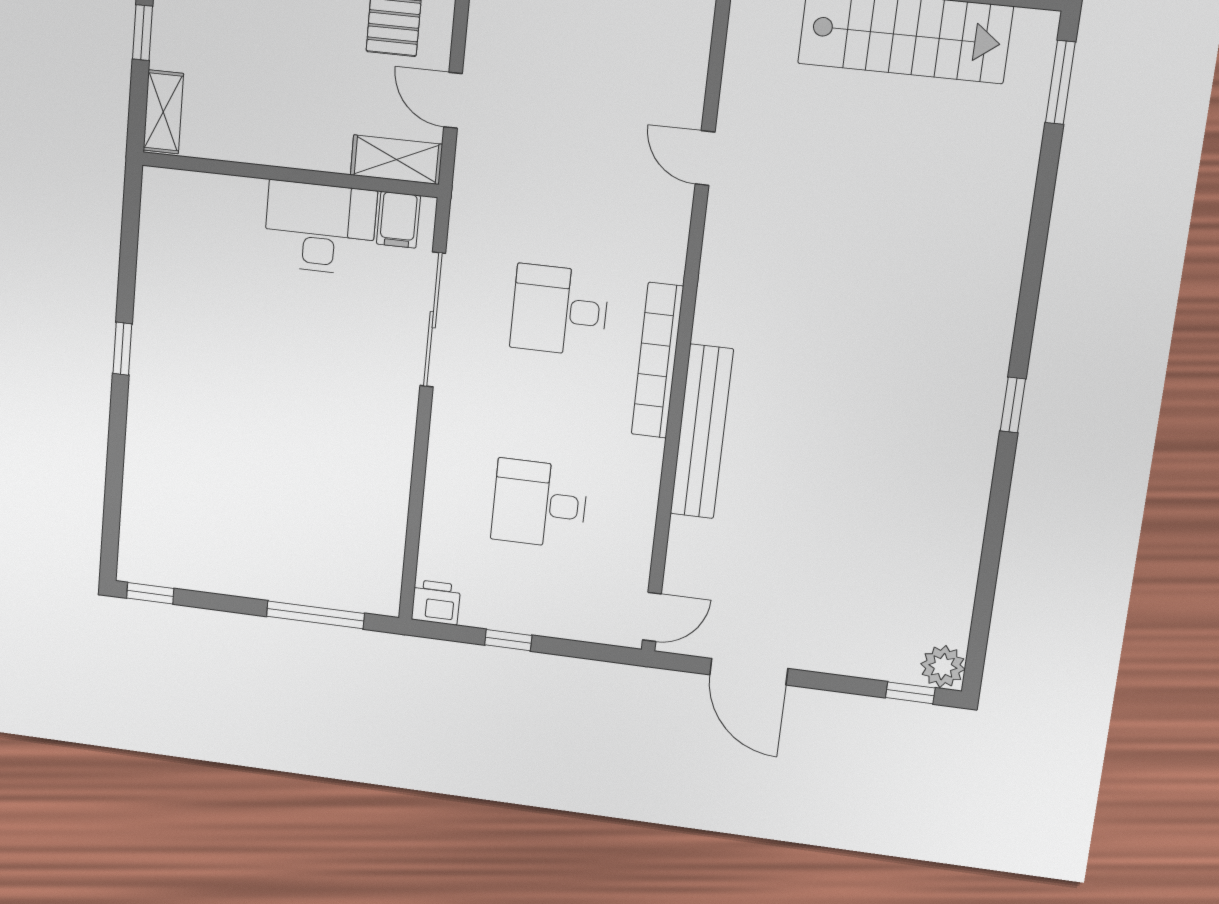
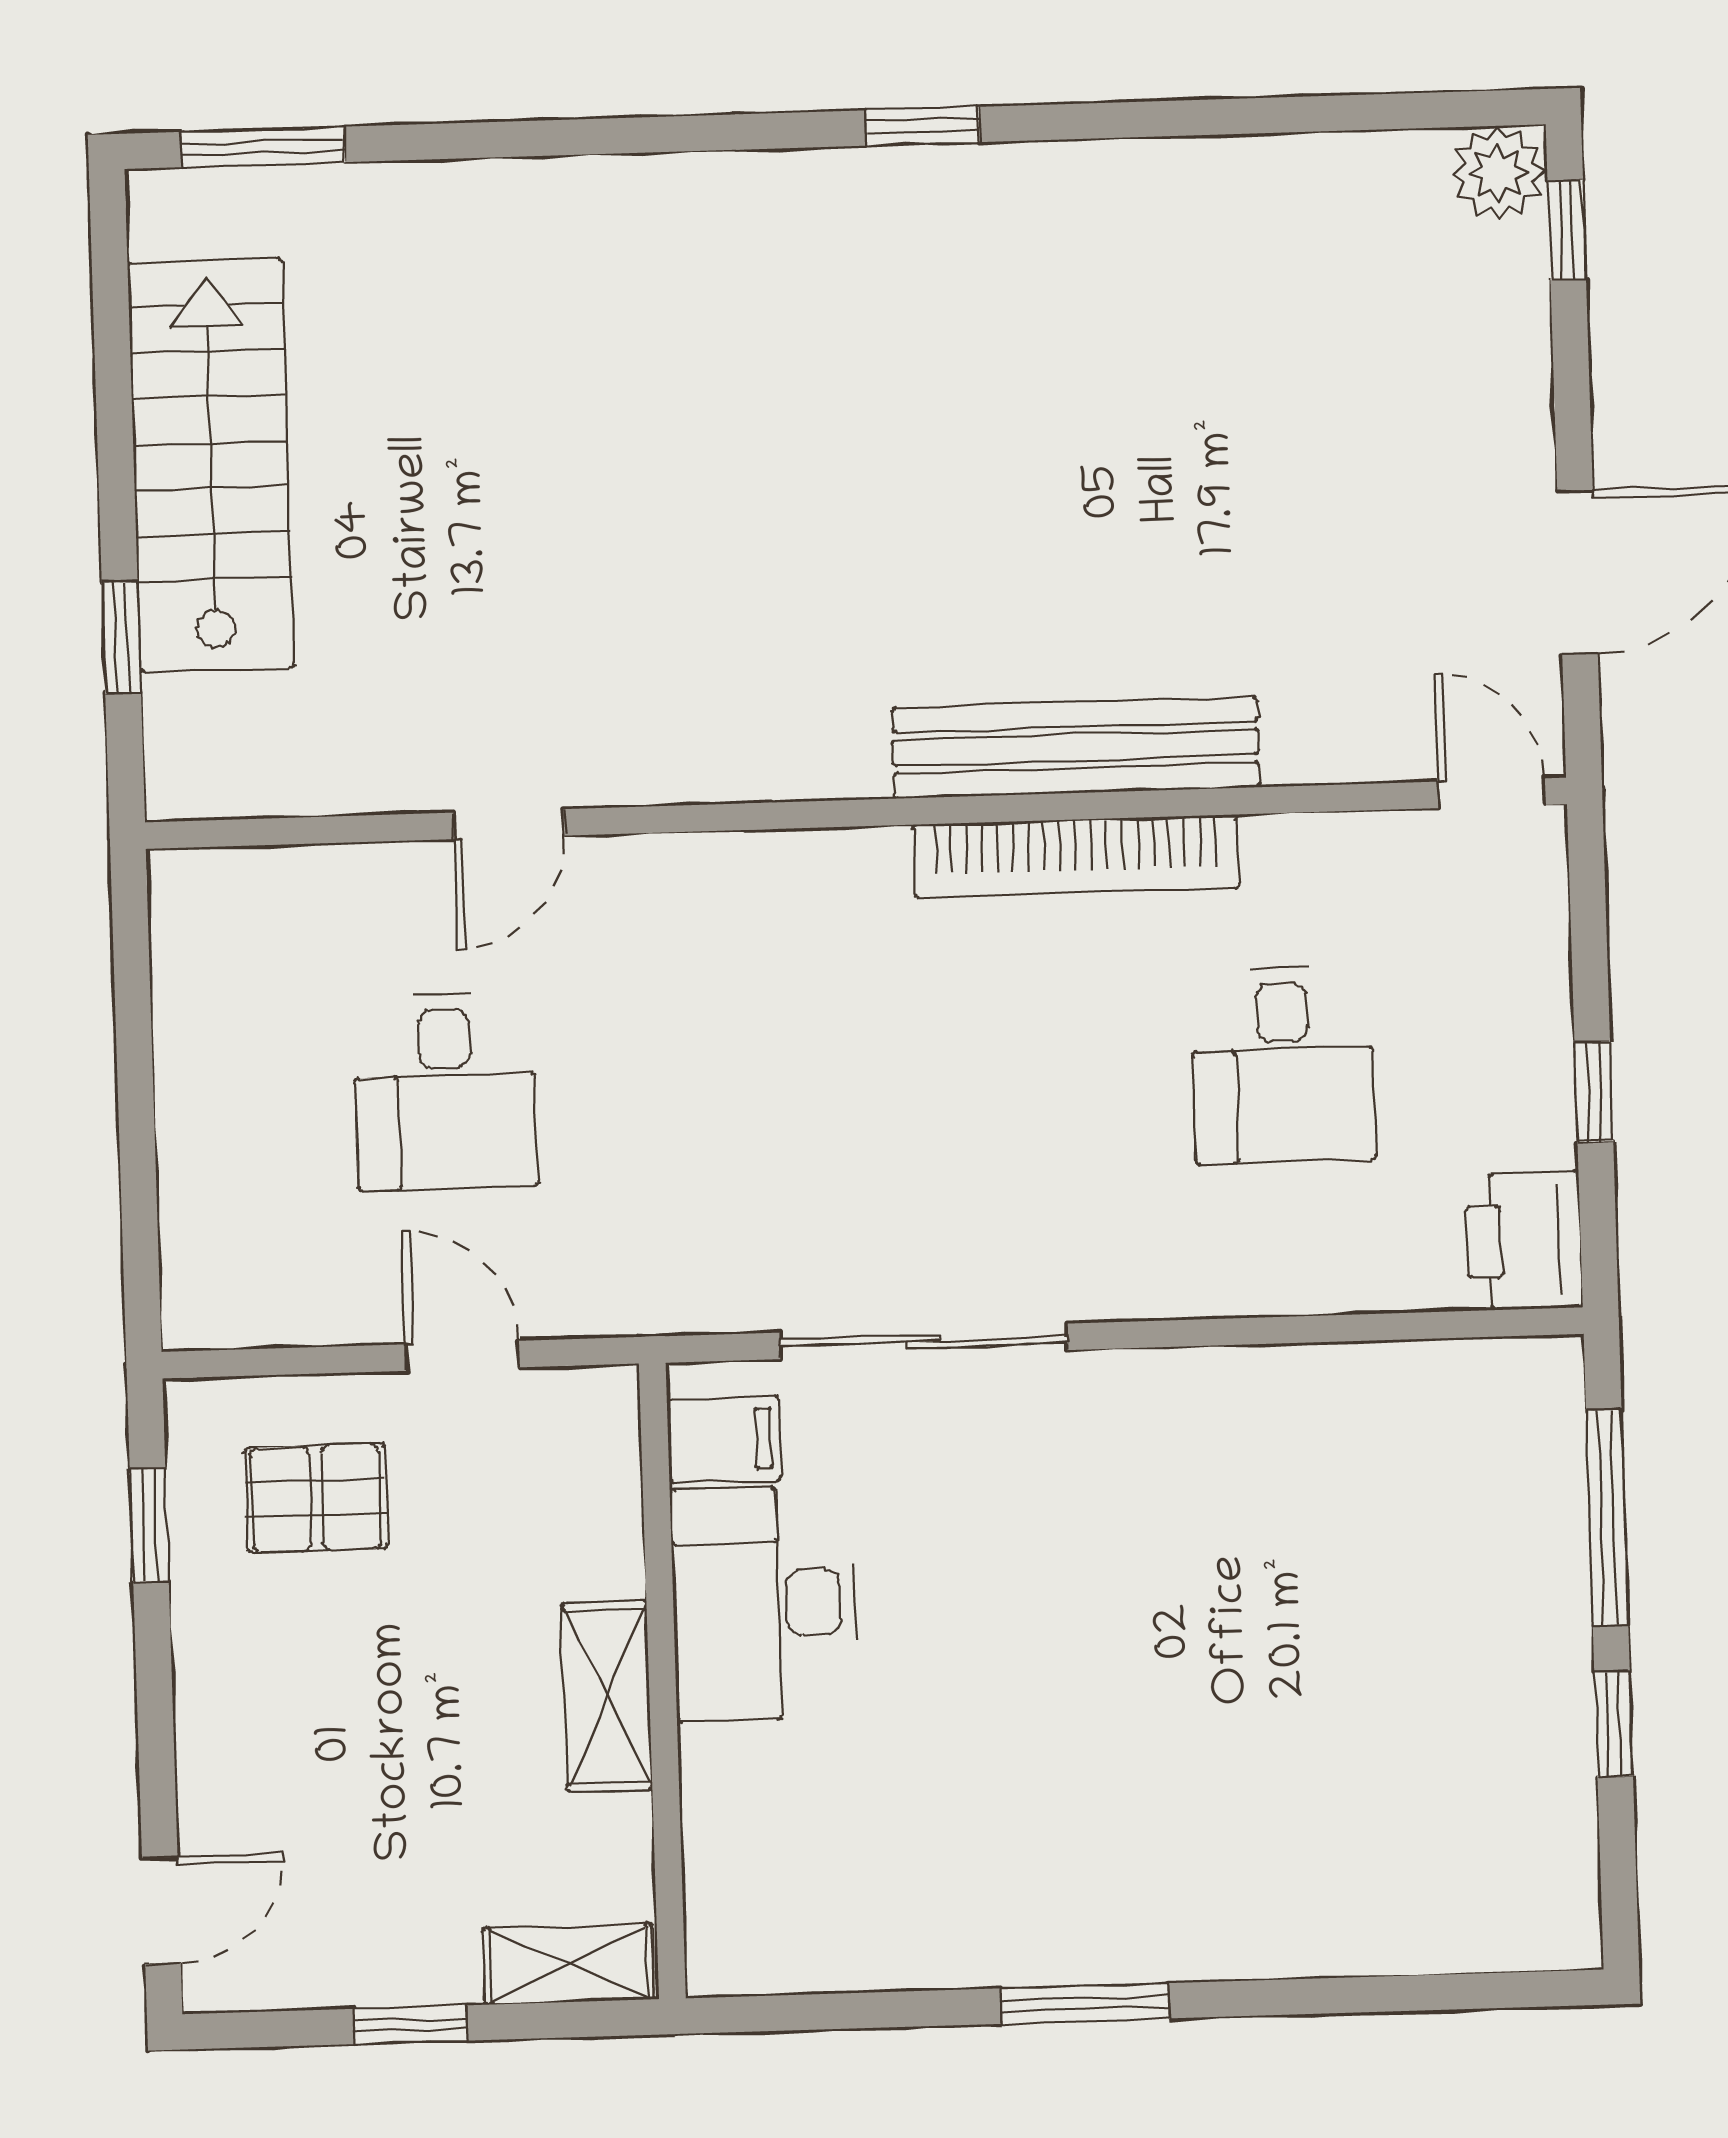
door: (453, 100) -> (462, 1356), swing flipped
shelving: (396, 160) -> (607, 1696), moved
desk: (560, 310) -> (445, 1091), moved
window: (122, 349) -> (1085, 2003), width x1.50
bookcase: (657, 360) -> (1076, 856), moved
window: (150, 593) -> (1614, 1724), moved
printer: (436, 602) -> (1524, 1241), width x1.36, depth x1.24

